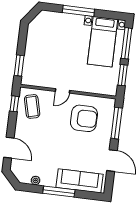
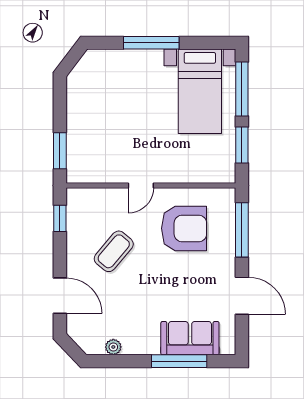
coffee table: (32, 106) -> (114, 251), moved, turned 54
sofa: (80, 181) -> (190, 338), width x0.73
window: (59, 192) -> (179, 361), moved

